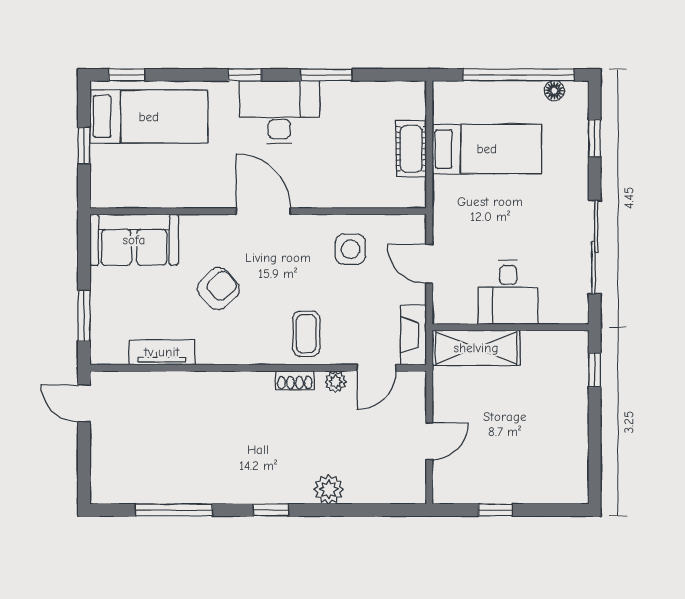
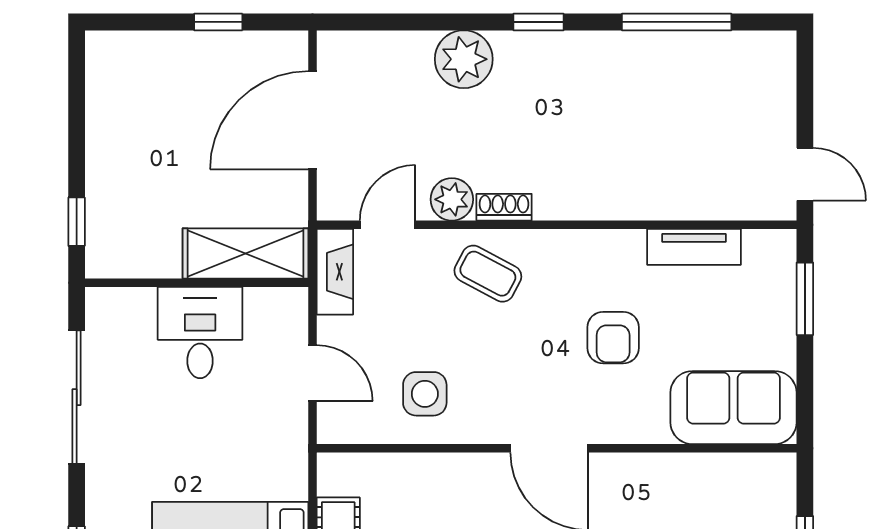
armchair: (218, 289) -> (613, 338), turned -48
coffee table: (306, 334) -> (488, 274), turned -62
plant: (336, 382) -> (452, 199), width x1.38, depth x1.38
door: (429, 441) -> (312, 120), width x1.87
plant: (329, 489) -> (464, 59), width x1.36, depth x1.36

